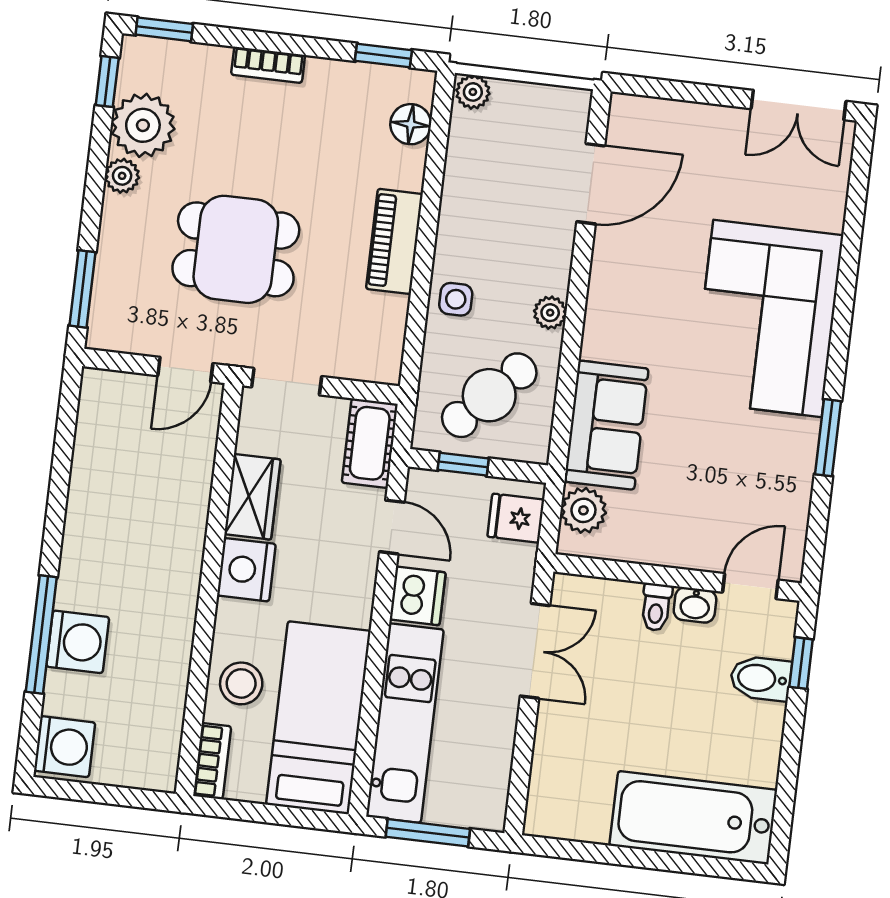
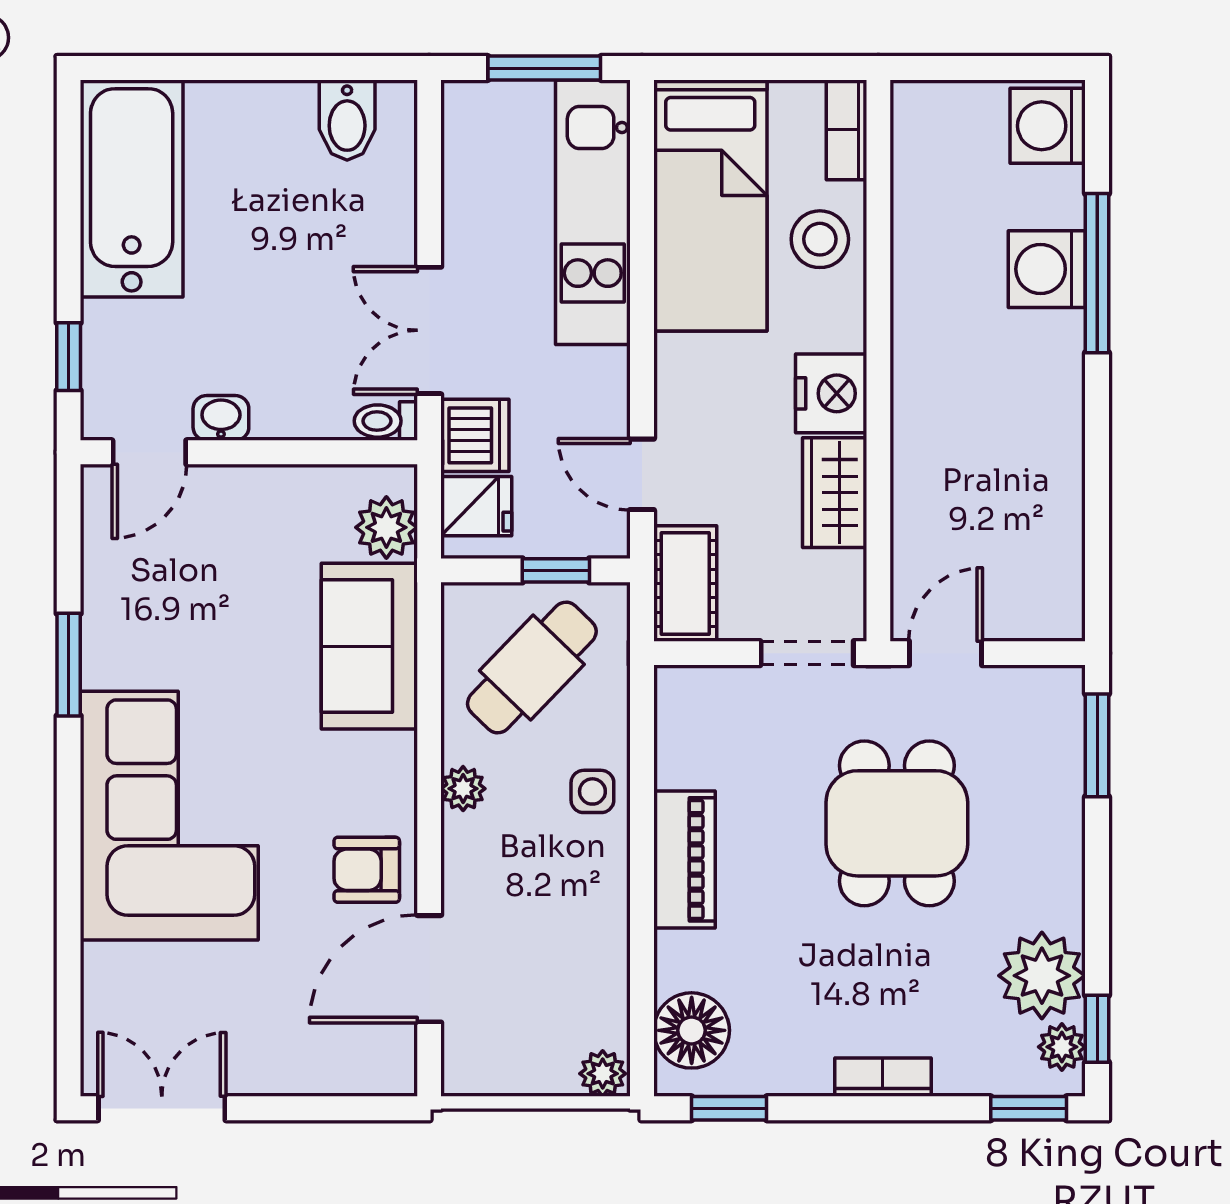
floor lamp: (411, 124) -> (692, 1030), width x1.38, depth x1.38
plant: (122, 176) -> (1062, 1047), moved
dining table: (236, 249) -> (897, 823), turned 90
armchair: (628, 262) -> (367, 870), added
dishwasher: (418, 596) -> (475, 435), moved, turned 180
toilet: (656, 607) -> (386, 421), moved, turned -90
bidet: (761, 678) -> (347, 120), moved, turned 90
bathtub: (693, 818) -> (132, 188), moved, turned -90

